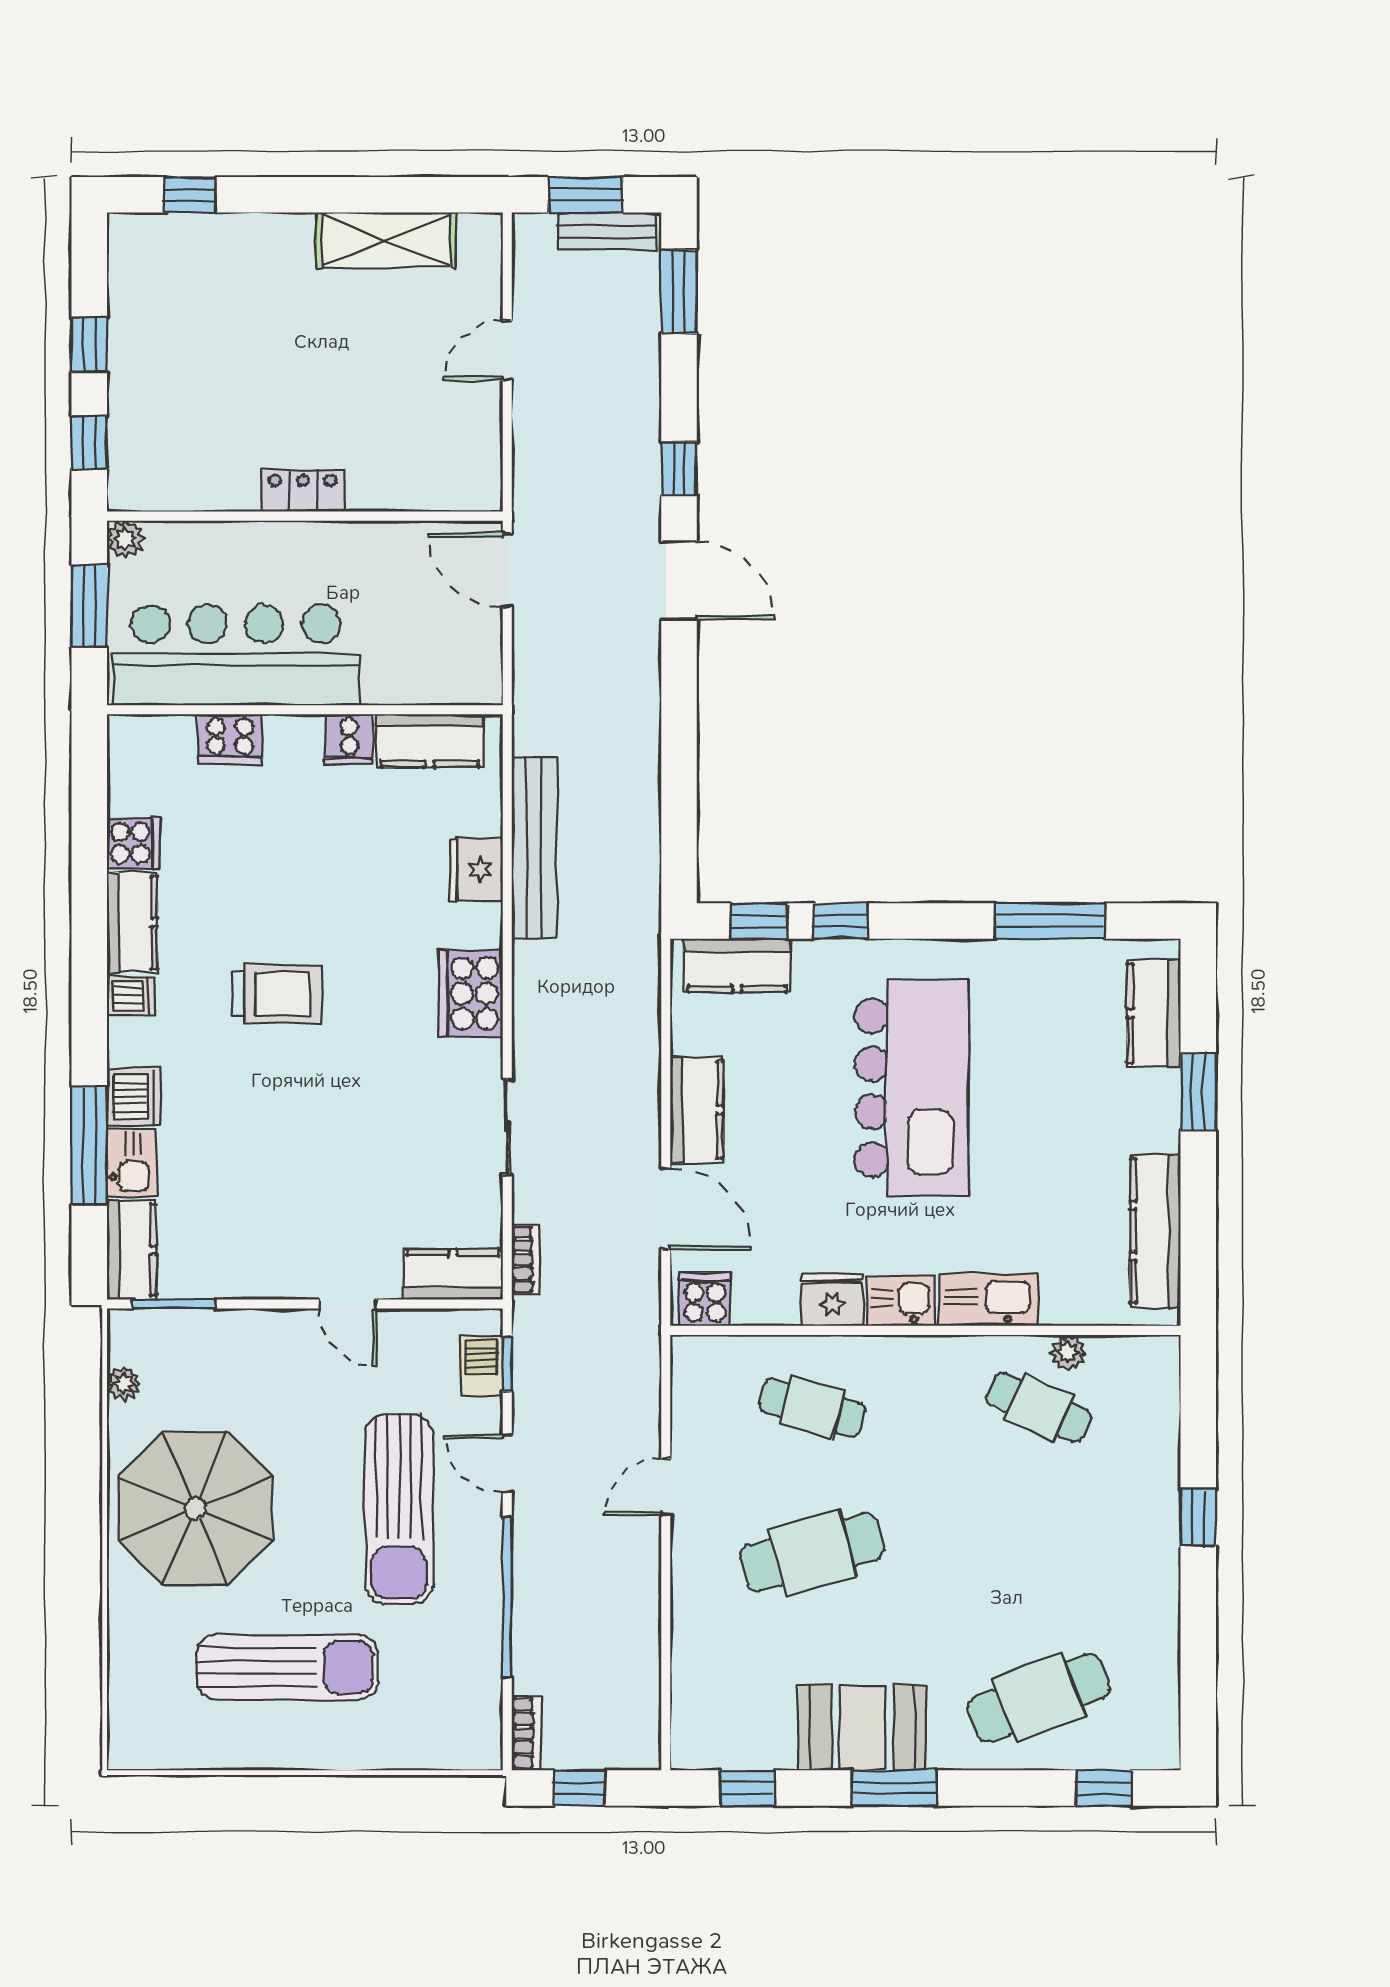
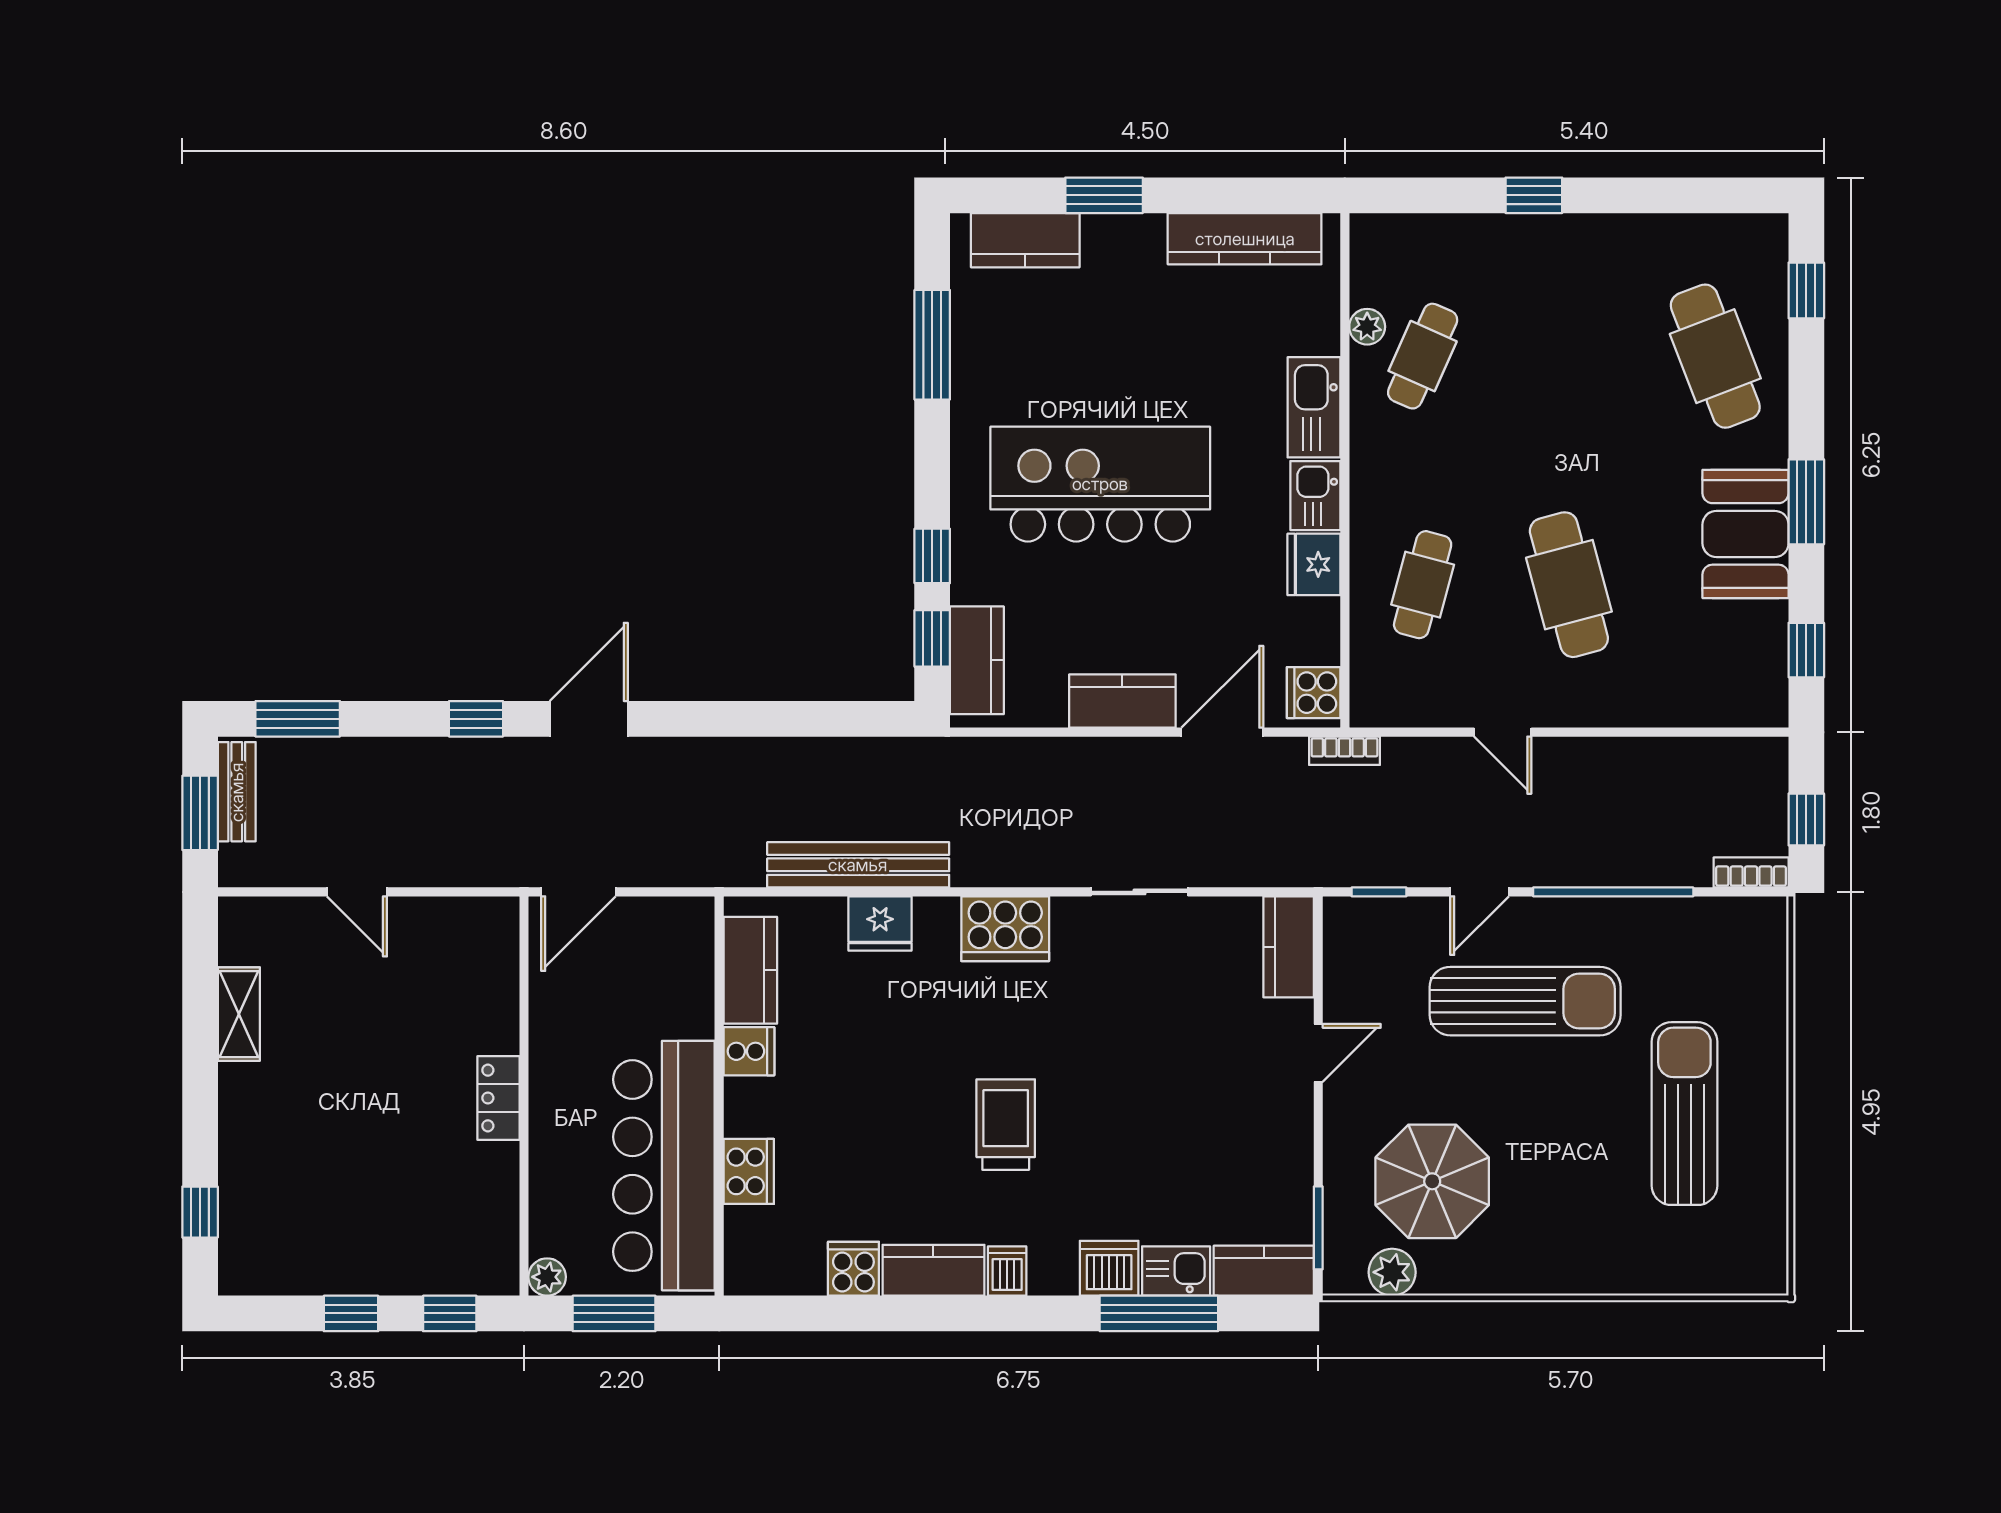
shelving: (386, 240) -> (239, 1014), width x0.67, depth x0.75
bookcase: (526, 1259) -> (1344, 751), moved, turned 180
barbecue: (482, 1366) -> (1381, 918), removed
plant: (124, 1384) -> (1392, 1272), width x1.38, depth x1.38
parasol: (195, 1508) -> (1432, 1181), moved, width x0.73, depth x0.73

